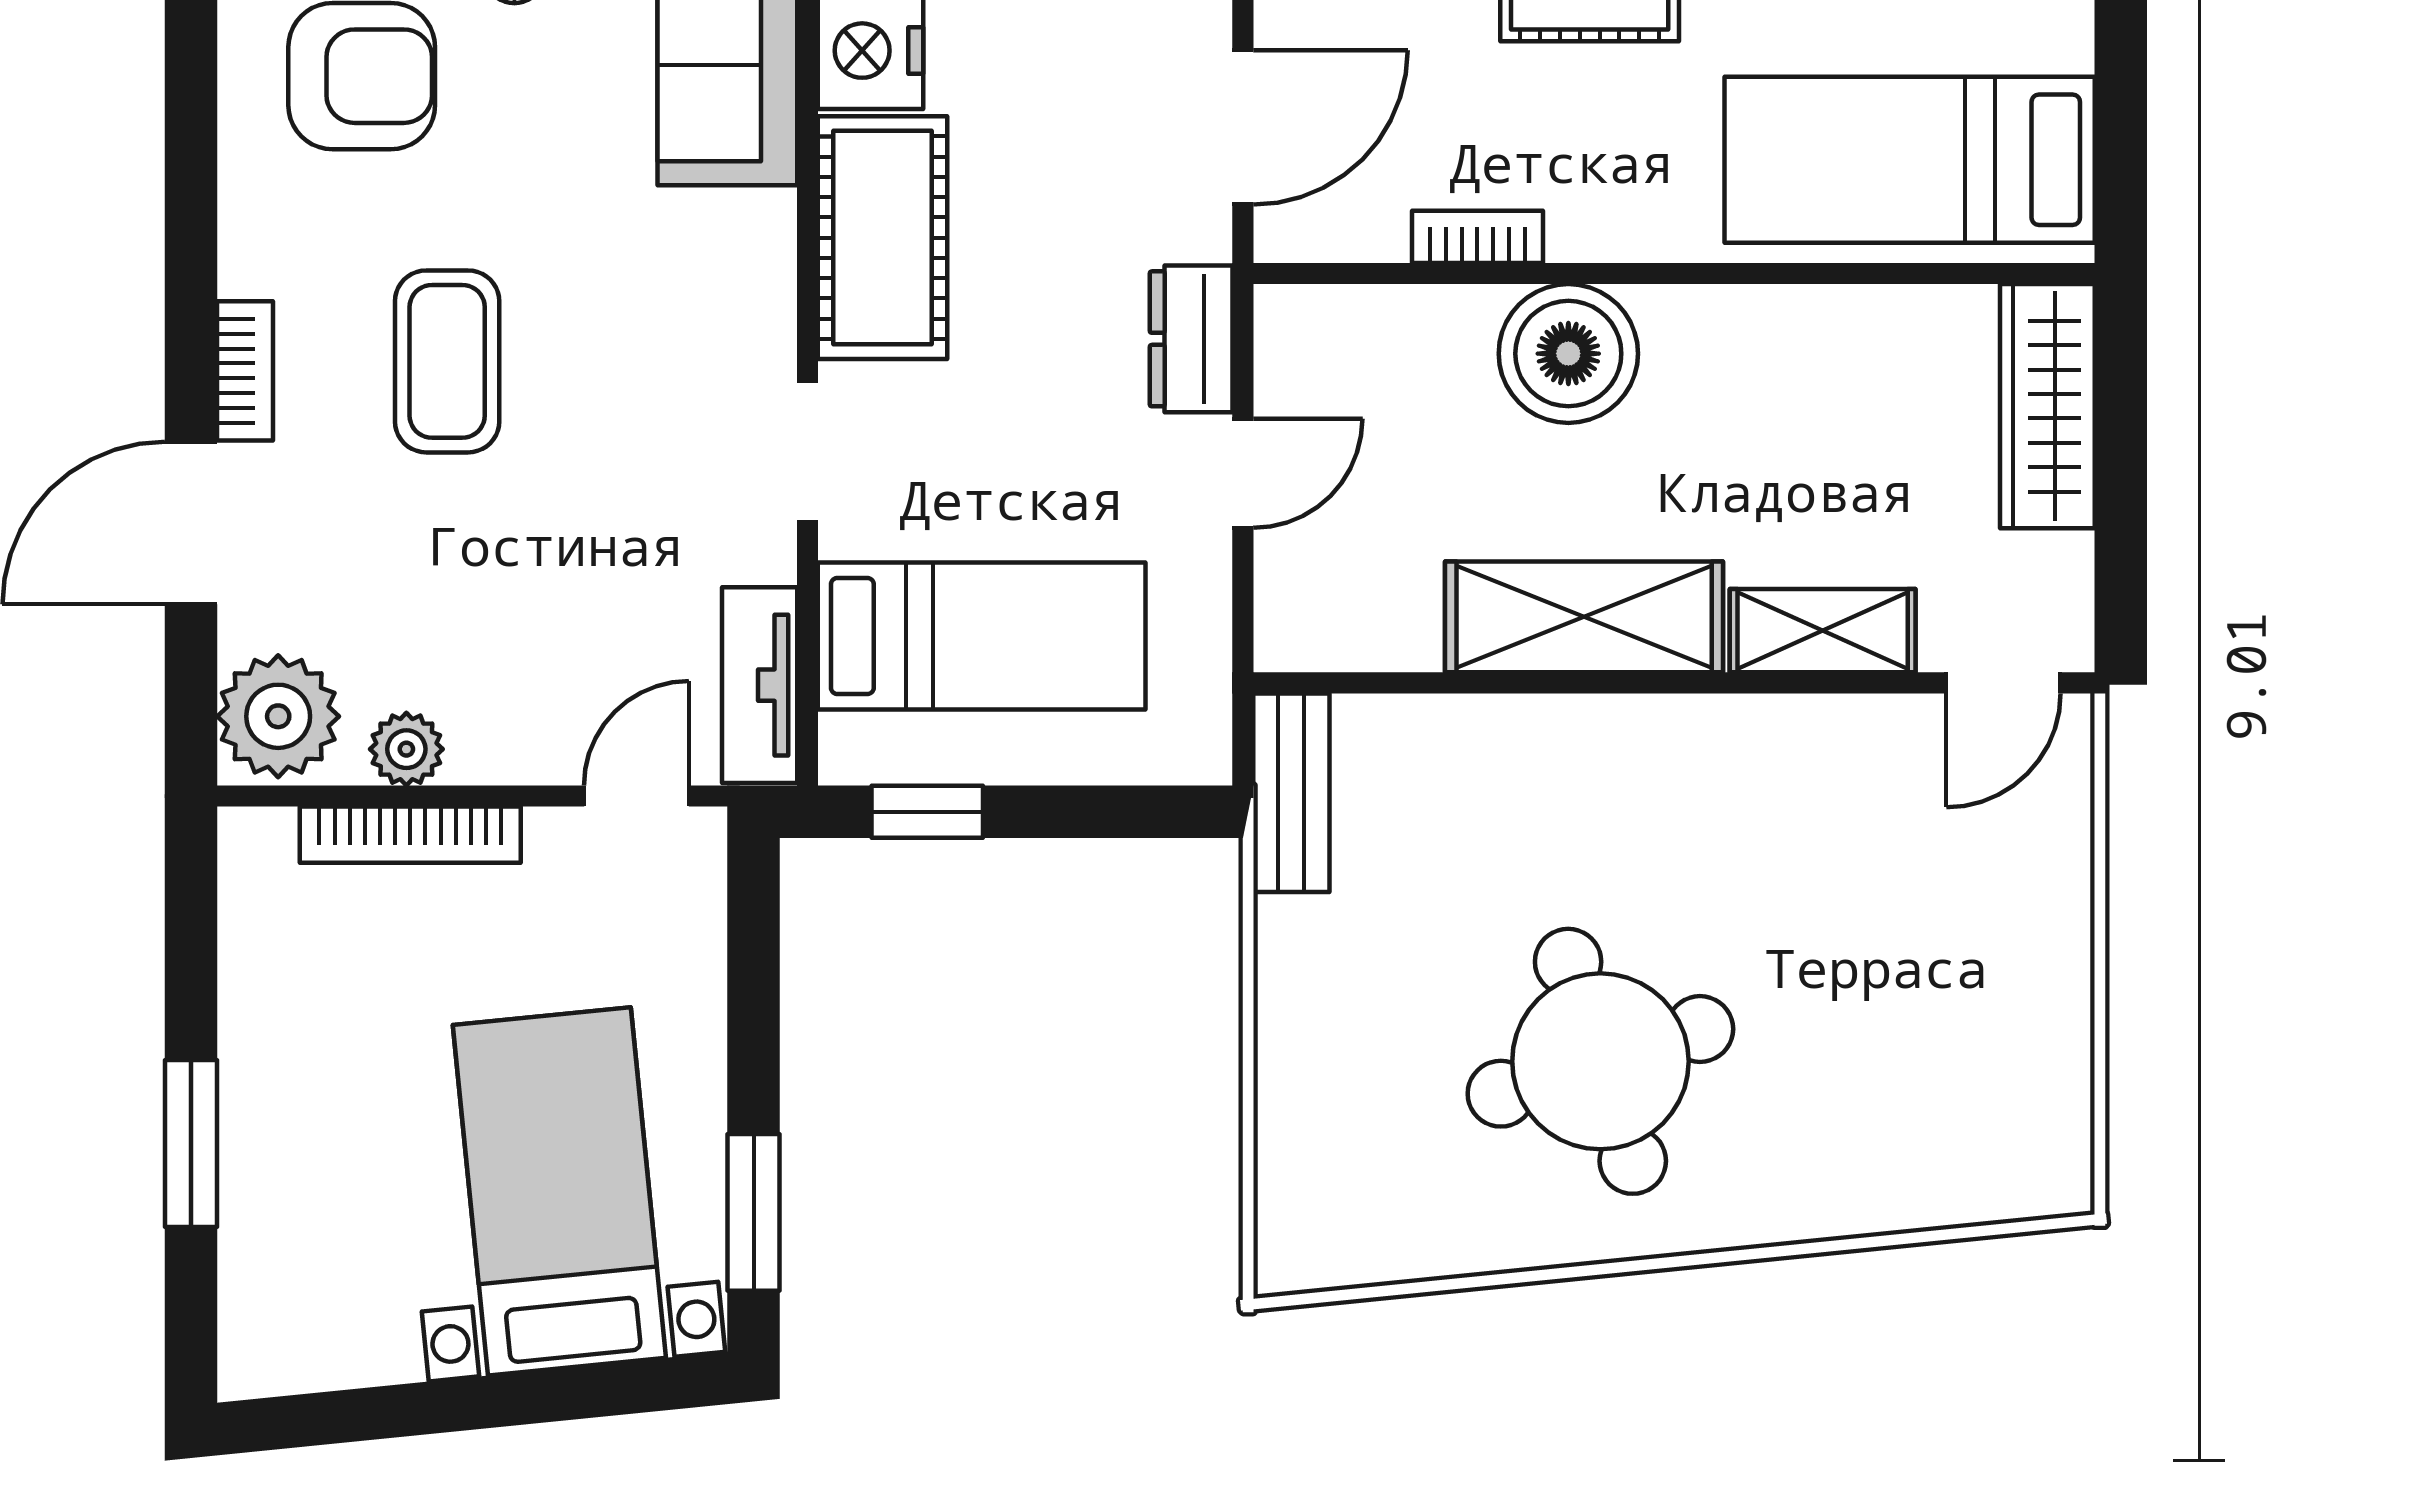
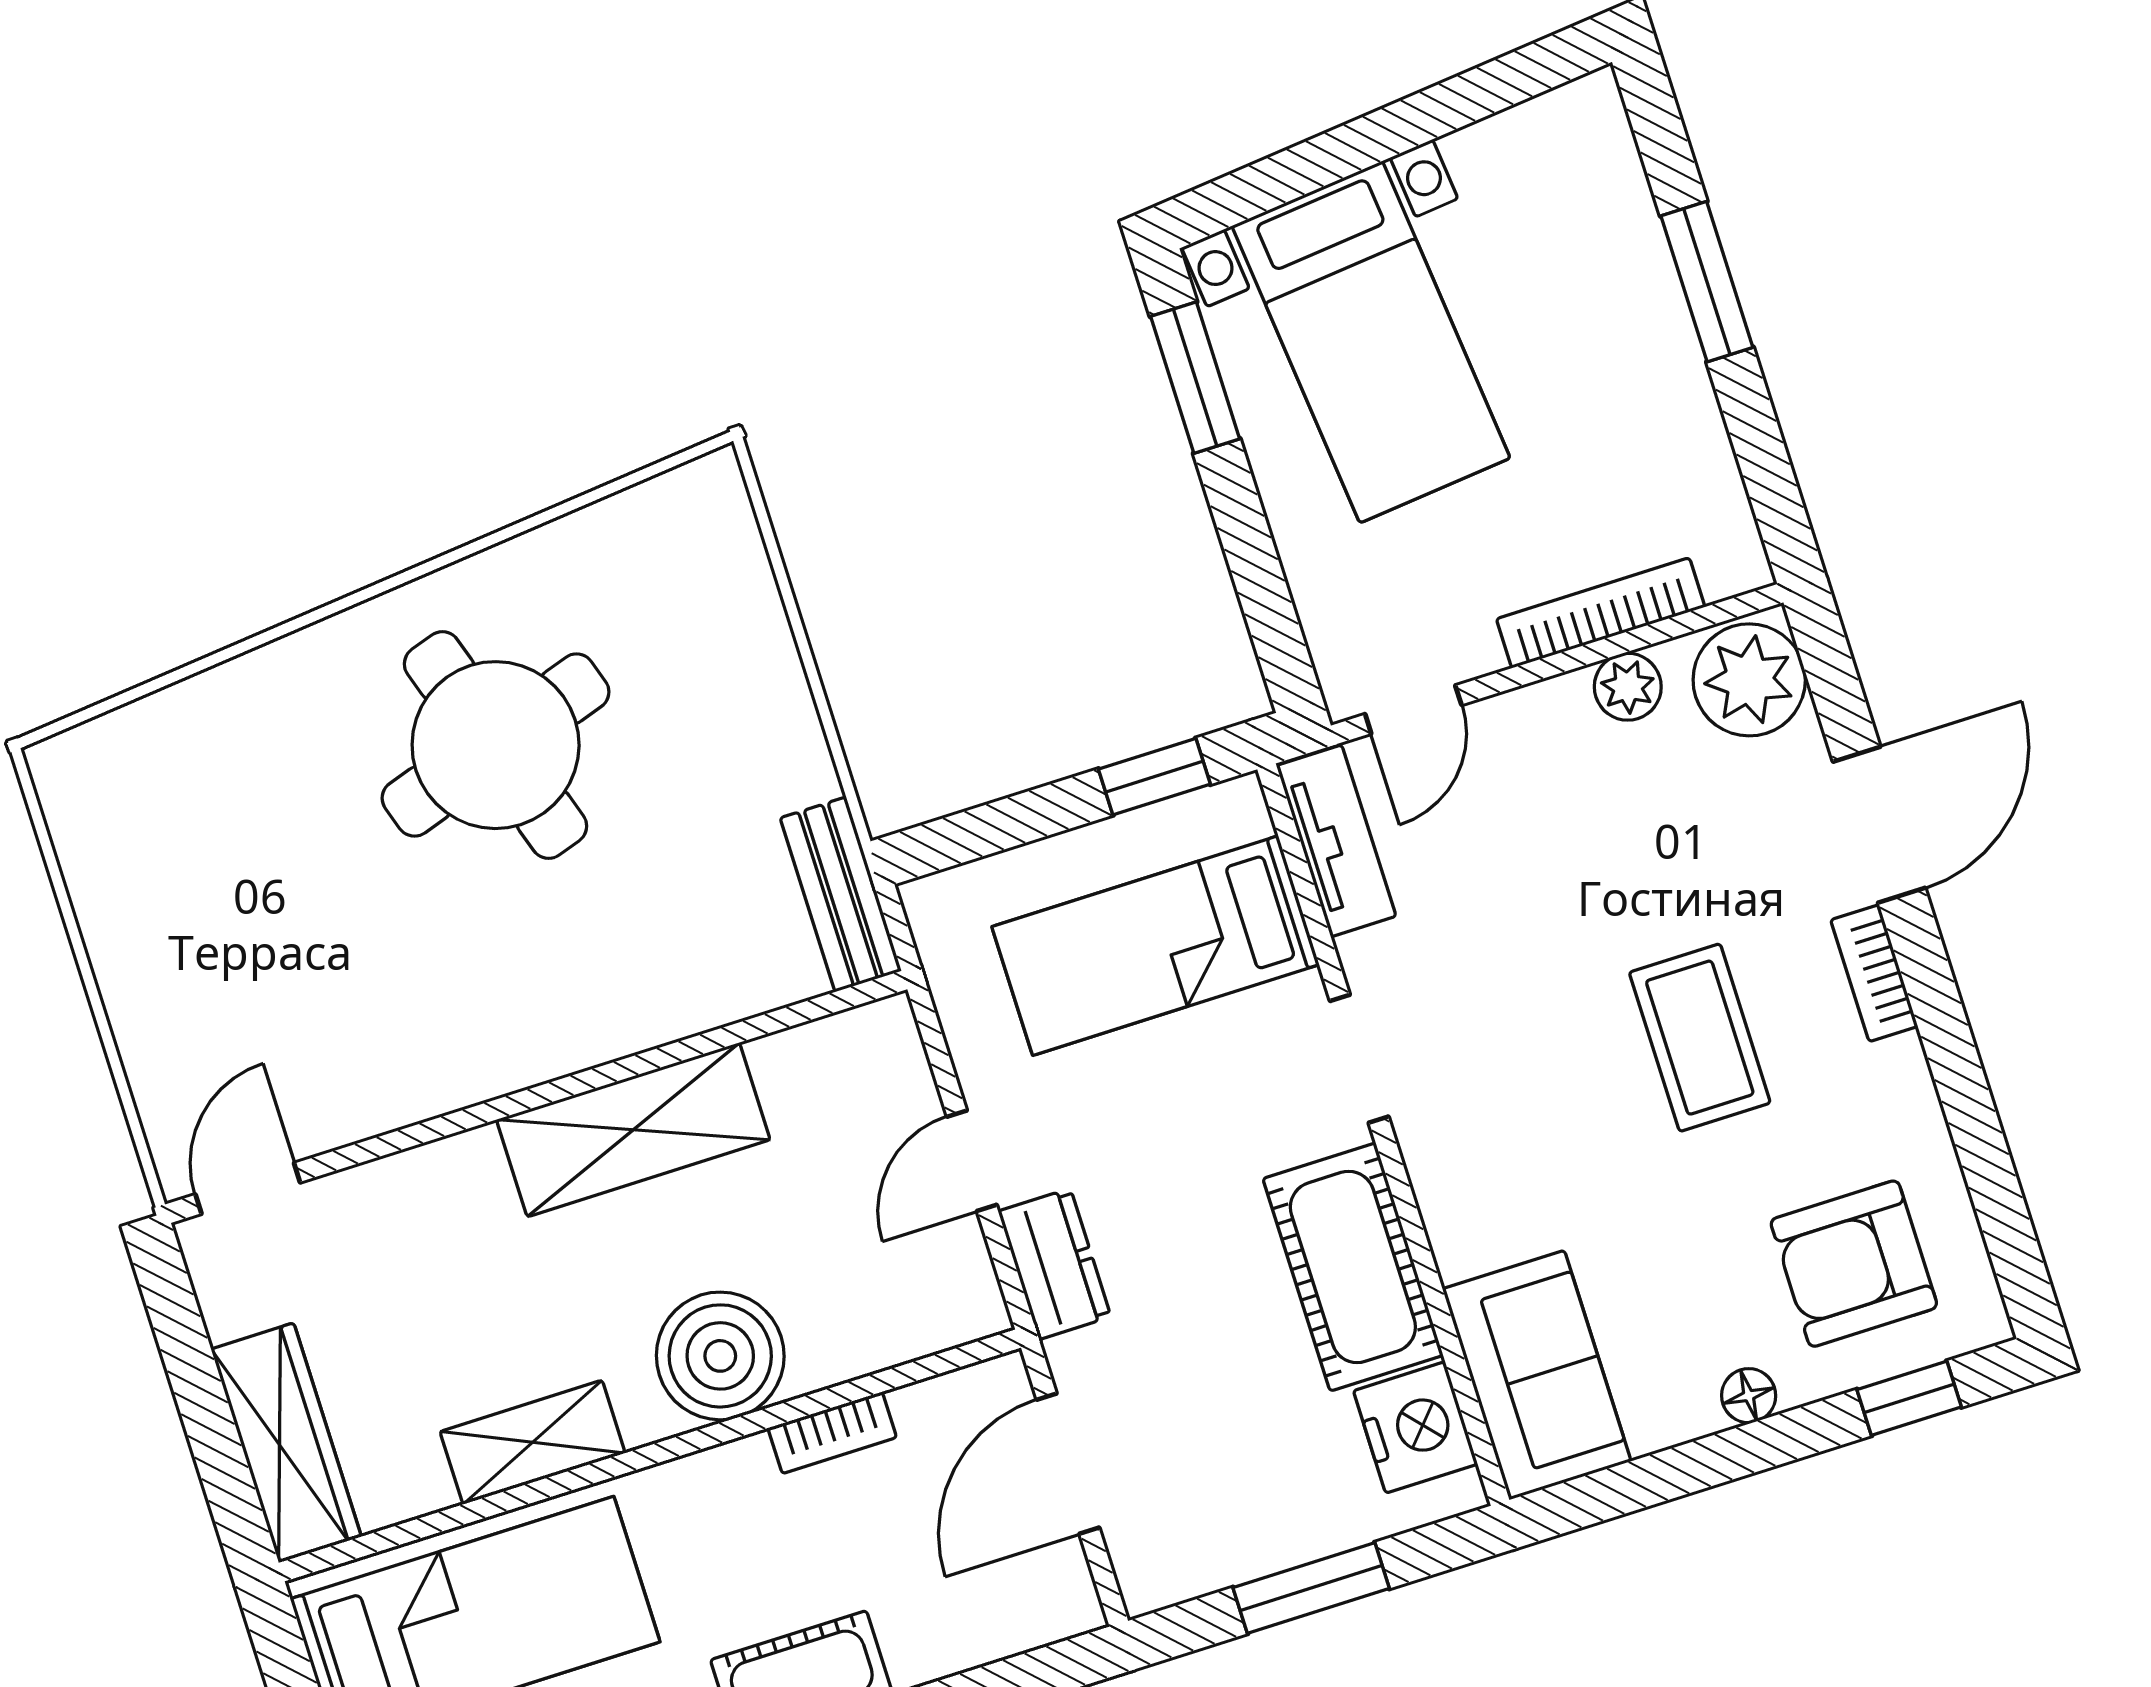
shelving: (1823, 631) -> (533, 1442), moved

